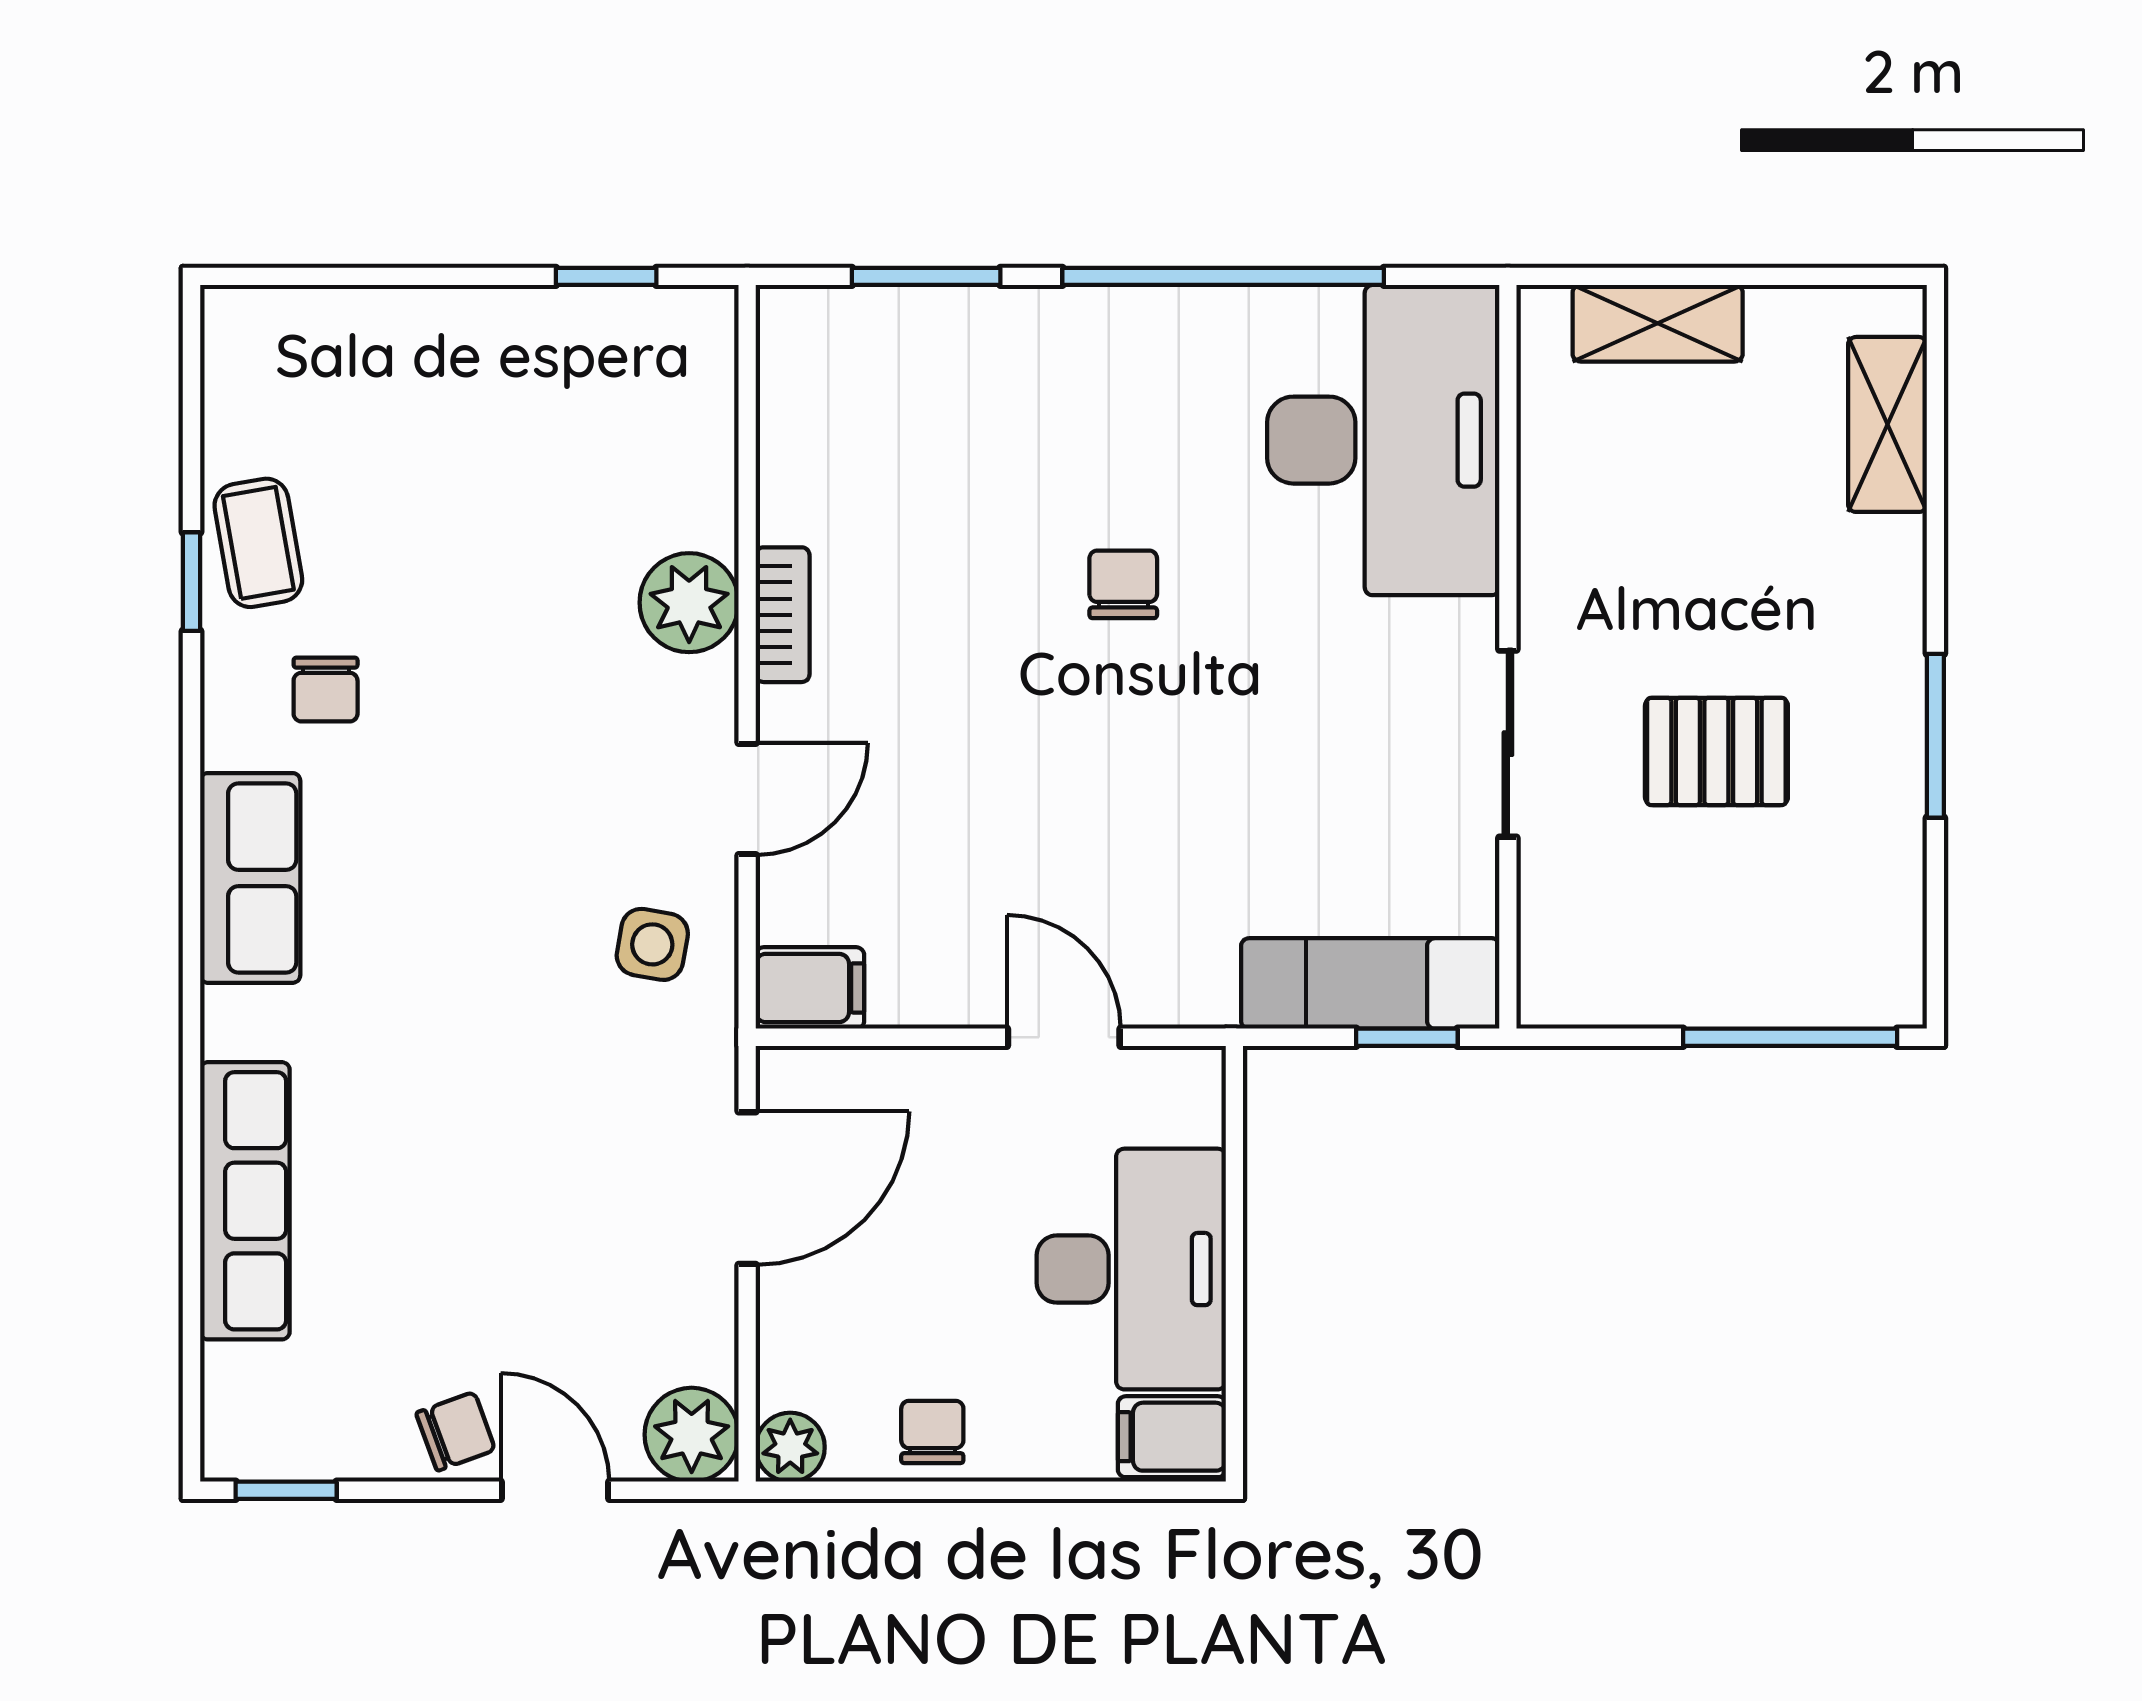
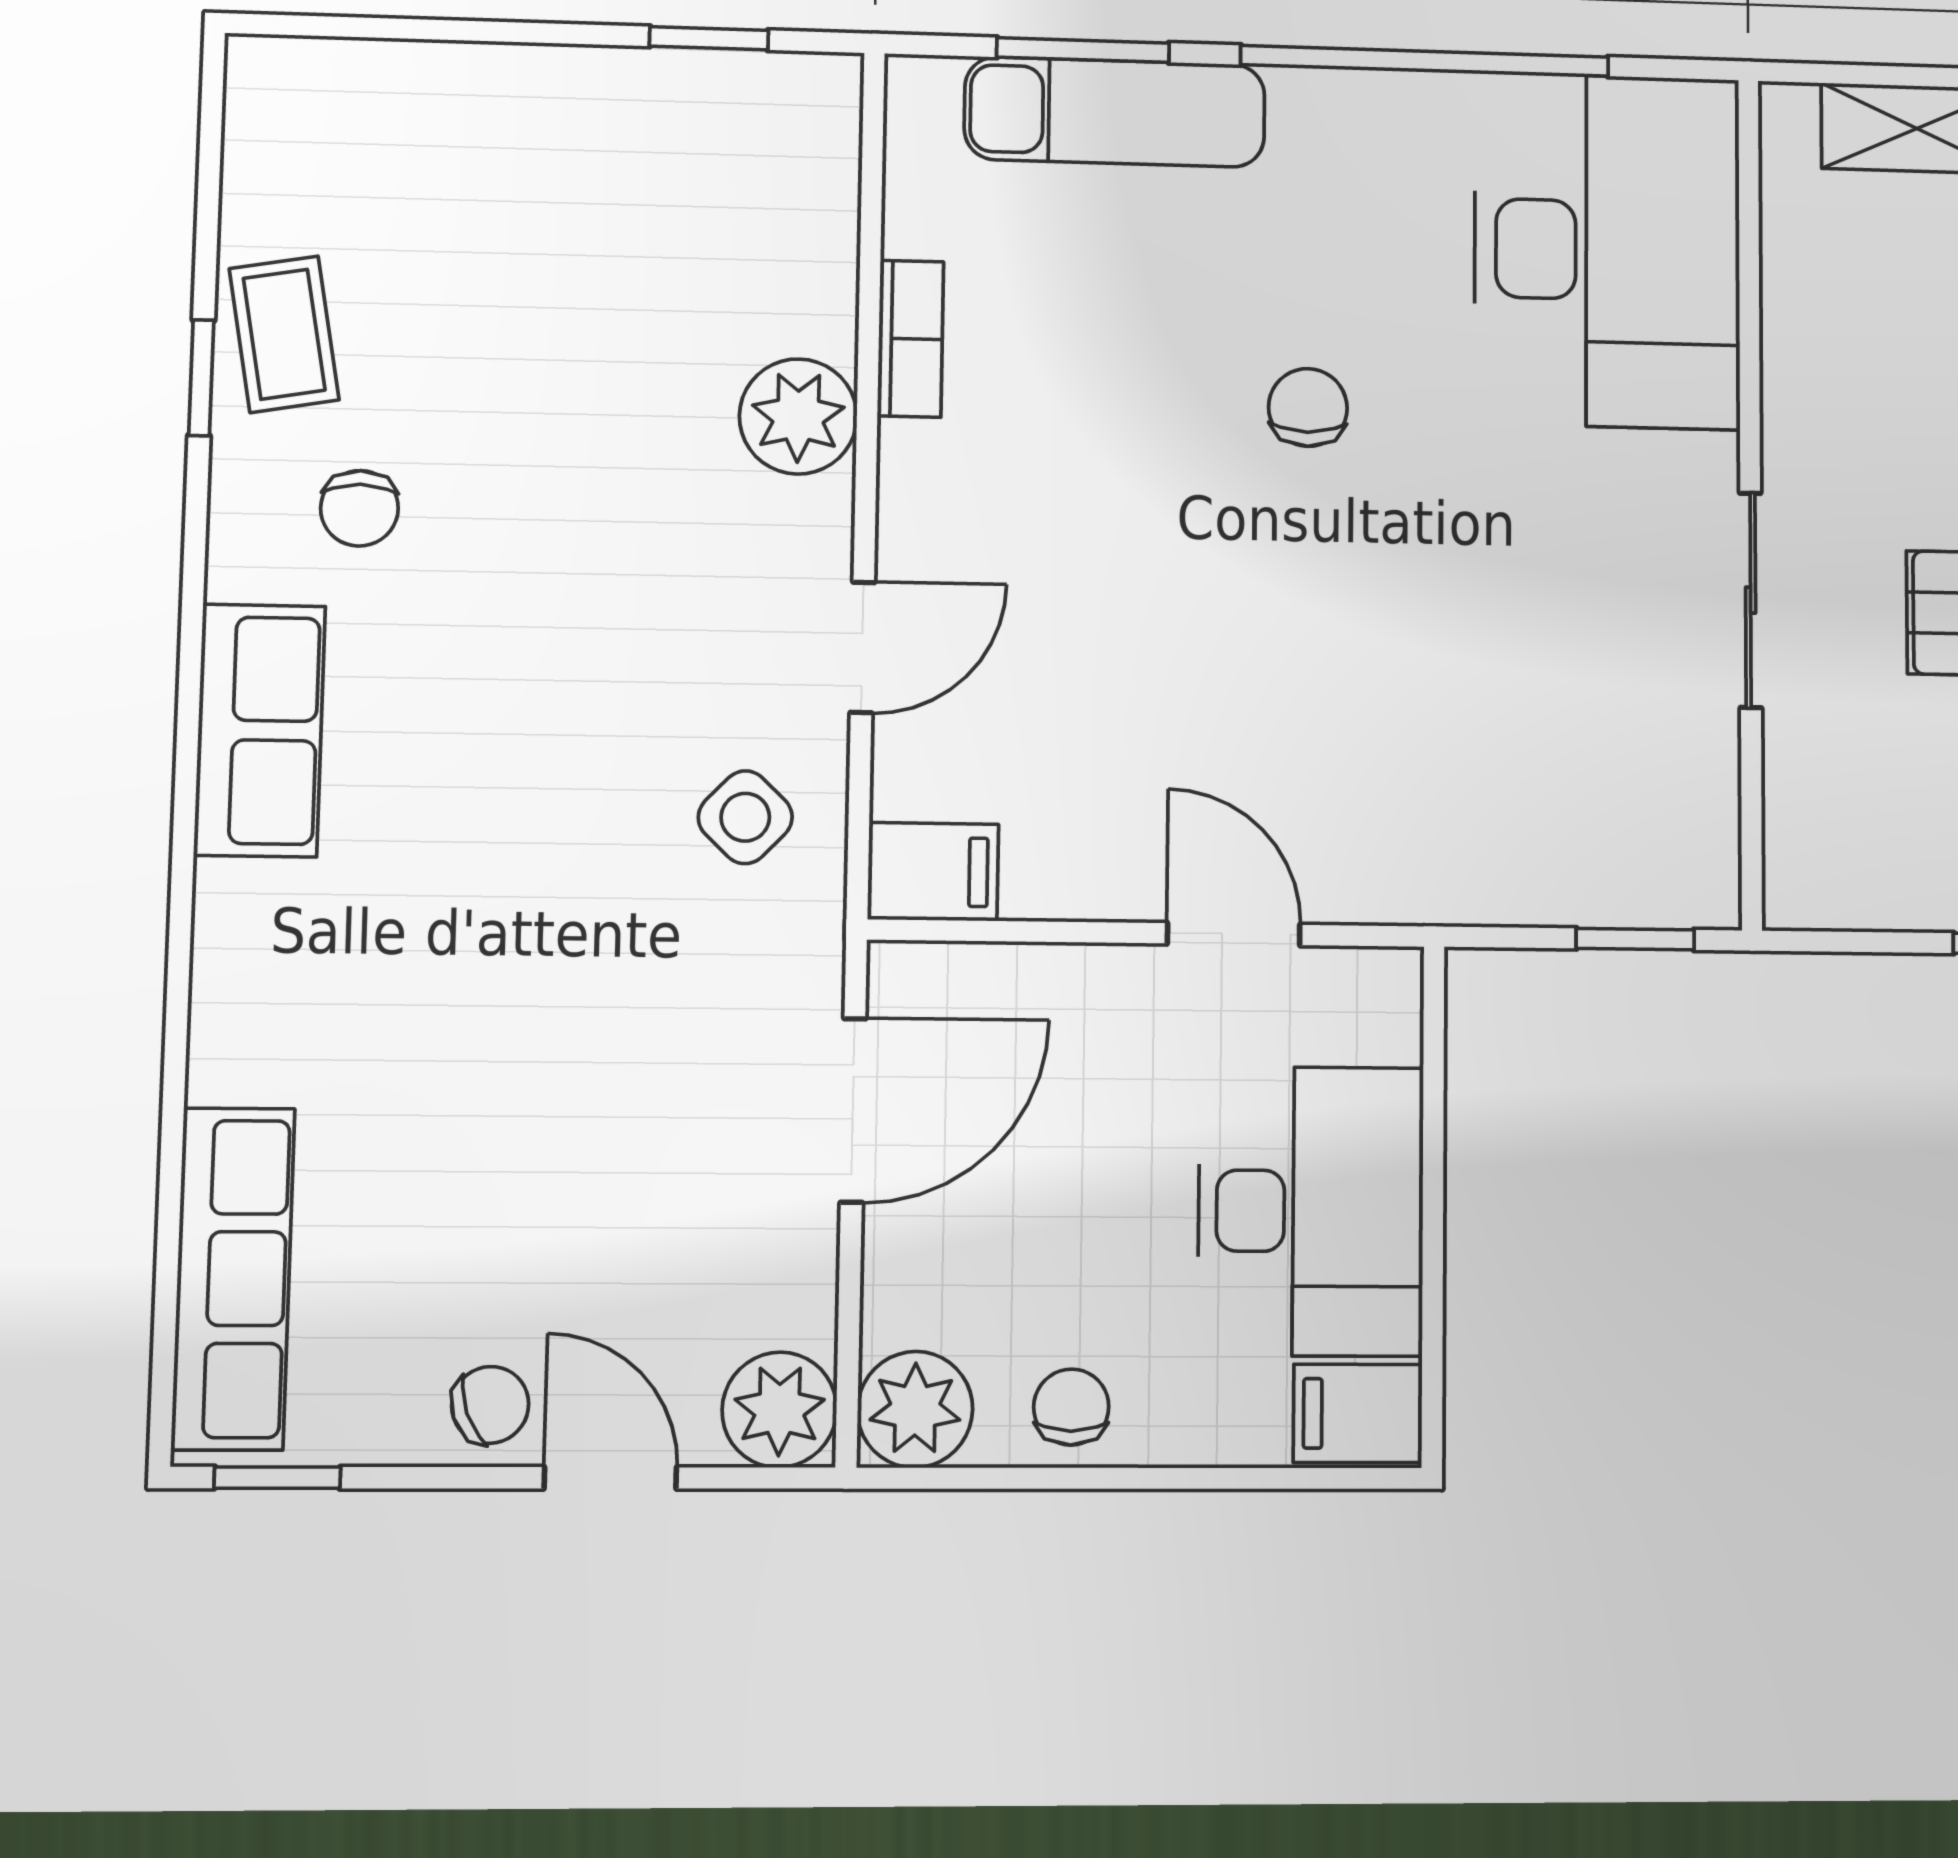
bookcase: (783, 615) -> (910, 339), moved
side table: (652, 944) -> (745, 817), turned 34
exam couch: (1370, 983) -> (1115, 112), moved, turned 180
row of seats: (245, 1201) -> (233, 1279), moved
plant: (790, 1447) -> (915, 1409), width x1.38, depth x1.38

